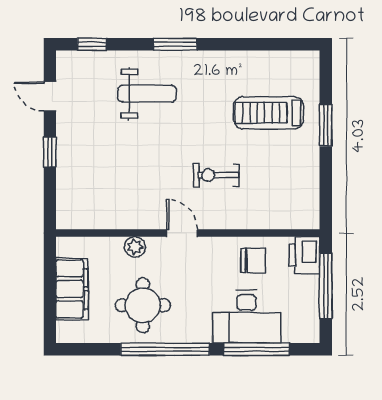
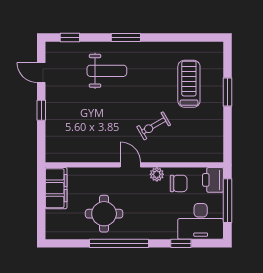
treadmill: (269, 113) -> (189, 84), turned 90
exercise bike: (216, 175) -> (154, 126), turned -30
plant: (135, 247) -> (157, 174), moved
filing cabinet: (72, 289) -> (56, 188), moved
desk: (246, 317) -> (201, 221), moved
window: (257, 349) -> (181, 243), width x0.46

